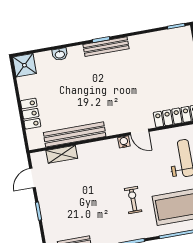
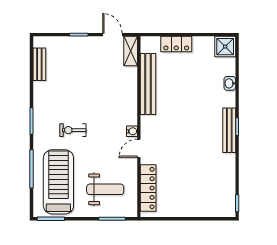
shelving: (62, 154) -> (131, 51), moved
exercise bike: (133, 200) -> (73, 130), turned 180

